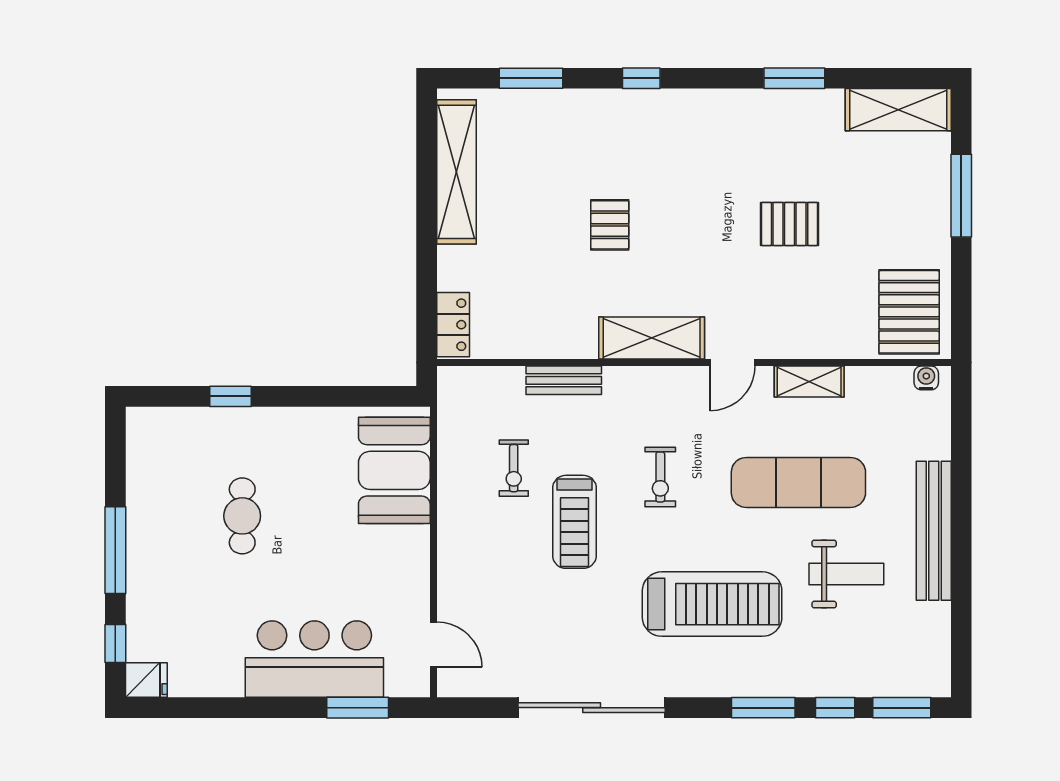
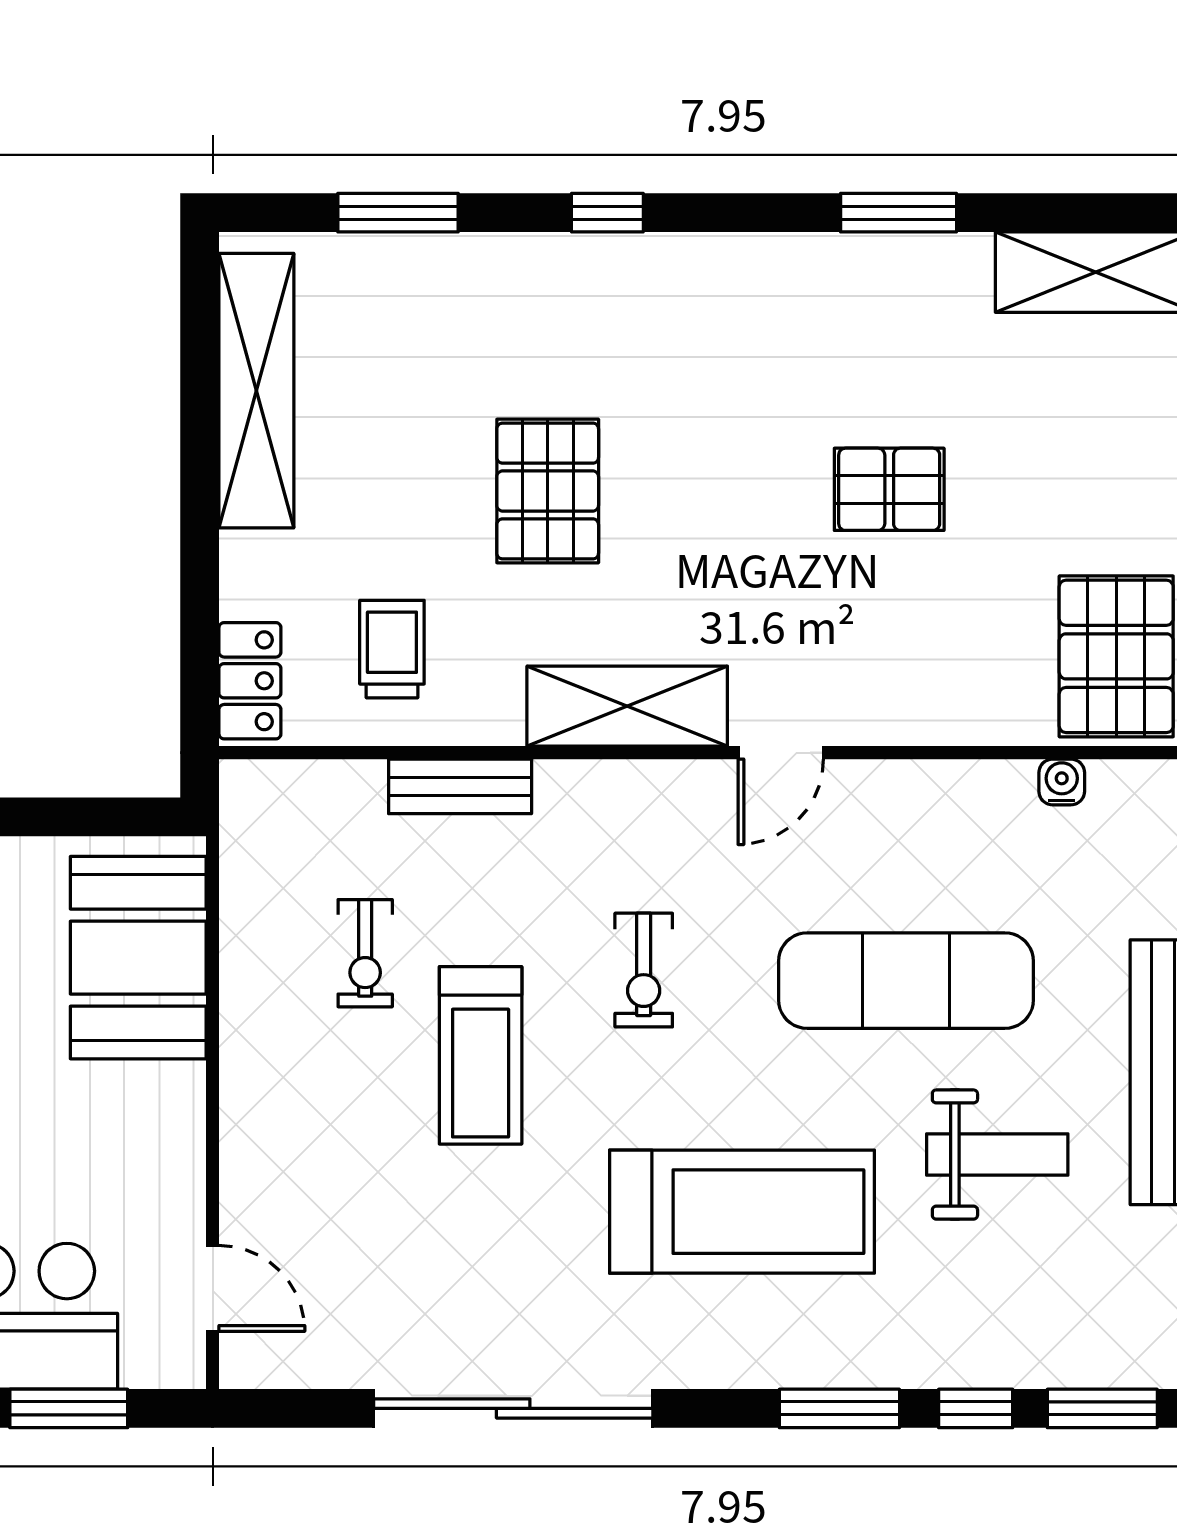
pallet: (610, 225) -> (548, 491), width x1.50, depth x1.42
trolley: (528, 308) -> (392, 649), added
water cooler: (926, 378) -> (1062, 782), moved
shelving: (809, 382) -> (926, 789), removed

